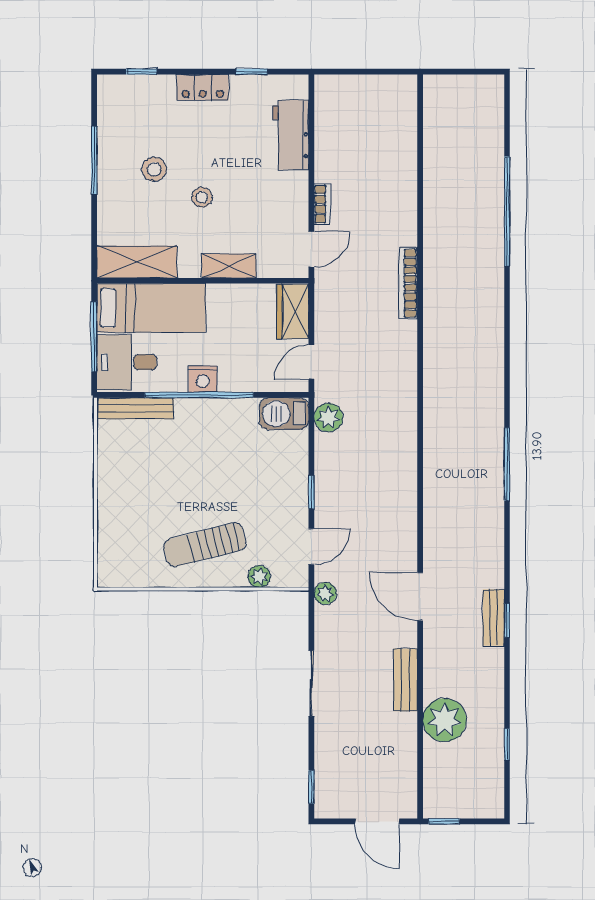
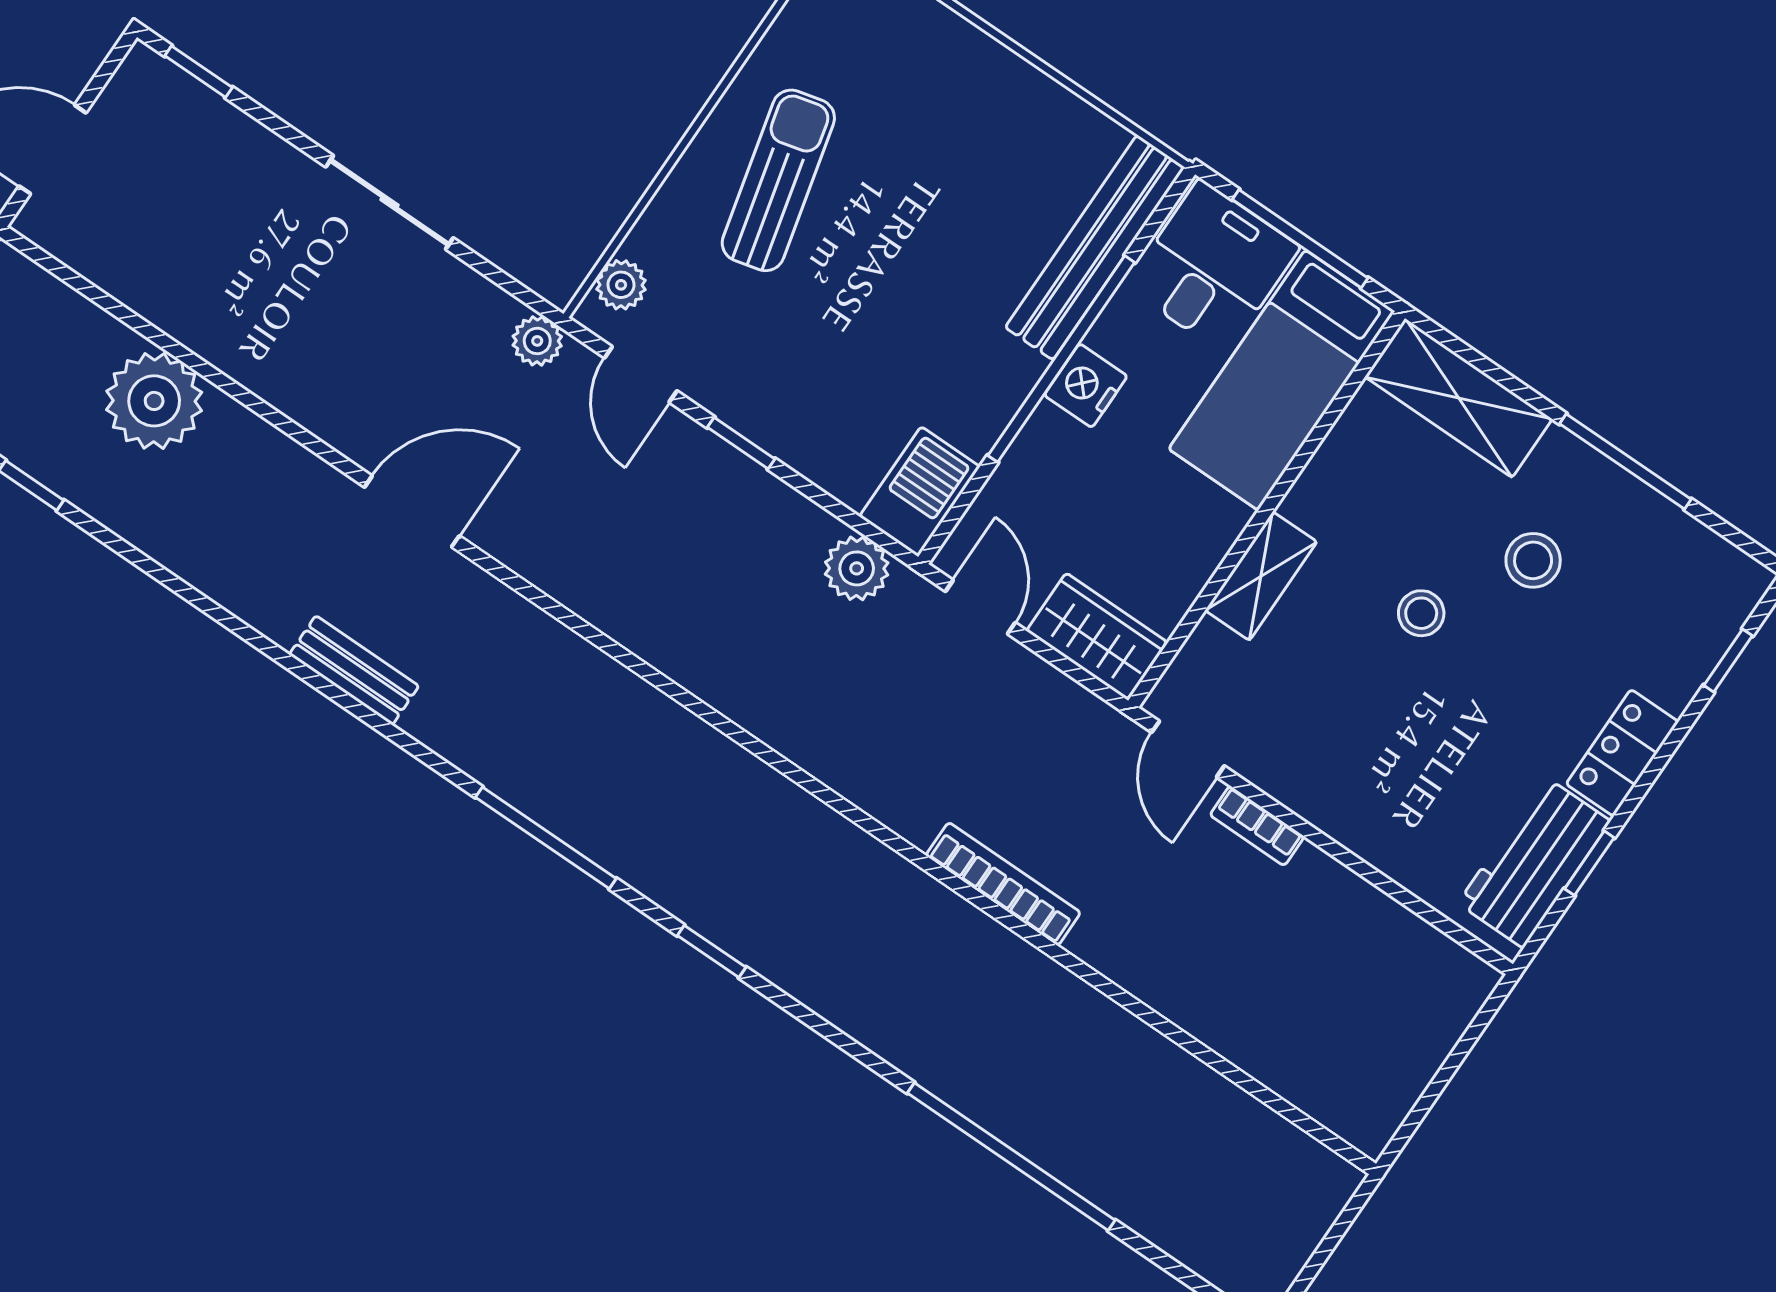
workbench: (291, 135) -> (1534, 862), moved, turned -90
shelving: (137, 262) -> (1459, 398), moved, turned 90
bench: (135, 408) -> (1095, 247), width x1.37, depth x1.21
plant: (259, 577) -> (621, 285), moved
bench: (494, 618) -> (354, 670), moved
window: (507, 620) -> (712, 951), moved
bench: (405, 680) -> (277, 379), removed

